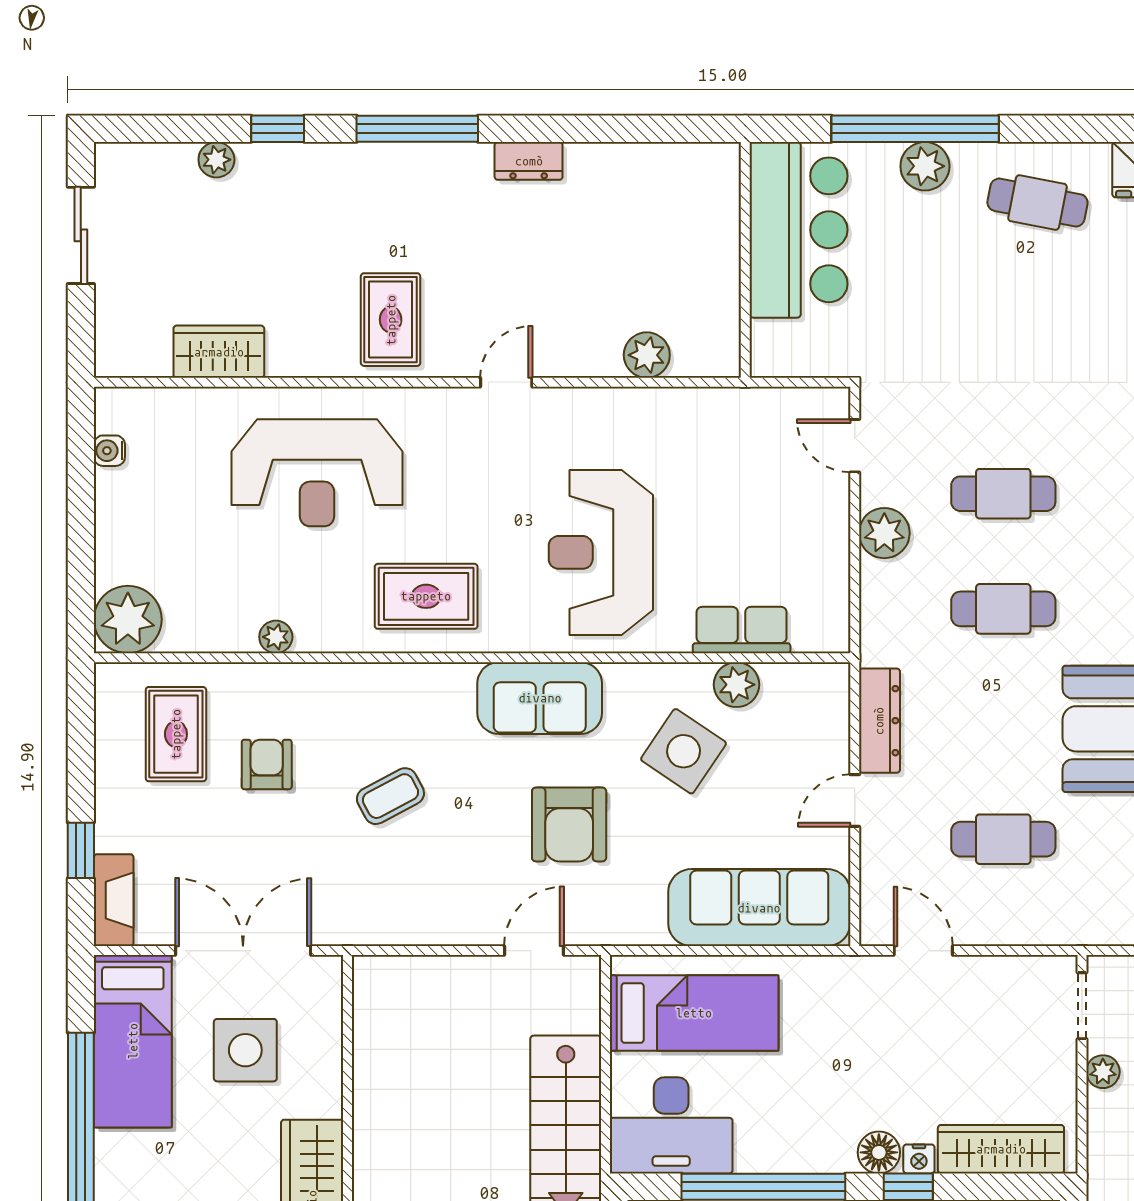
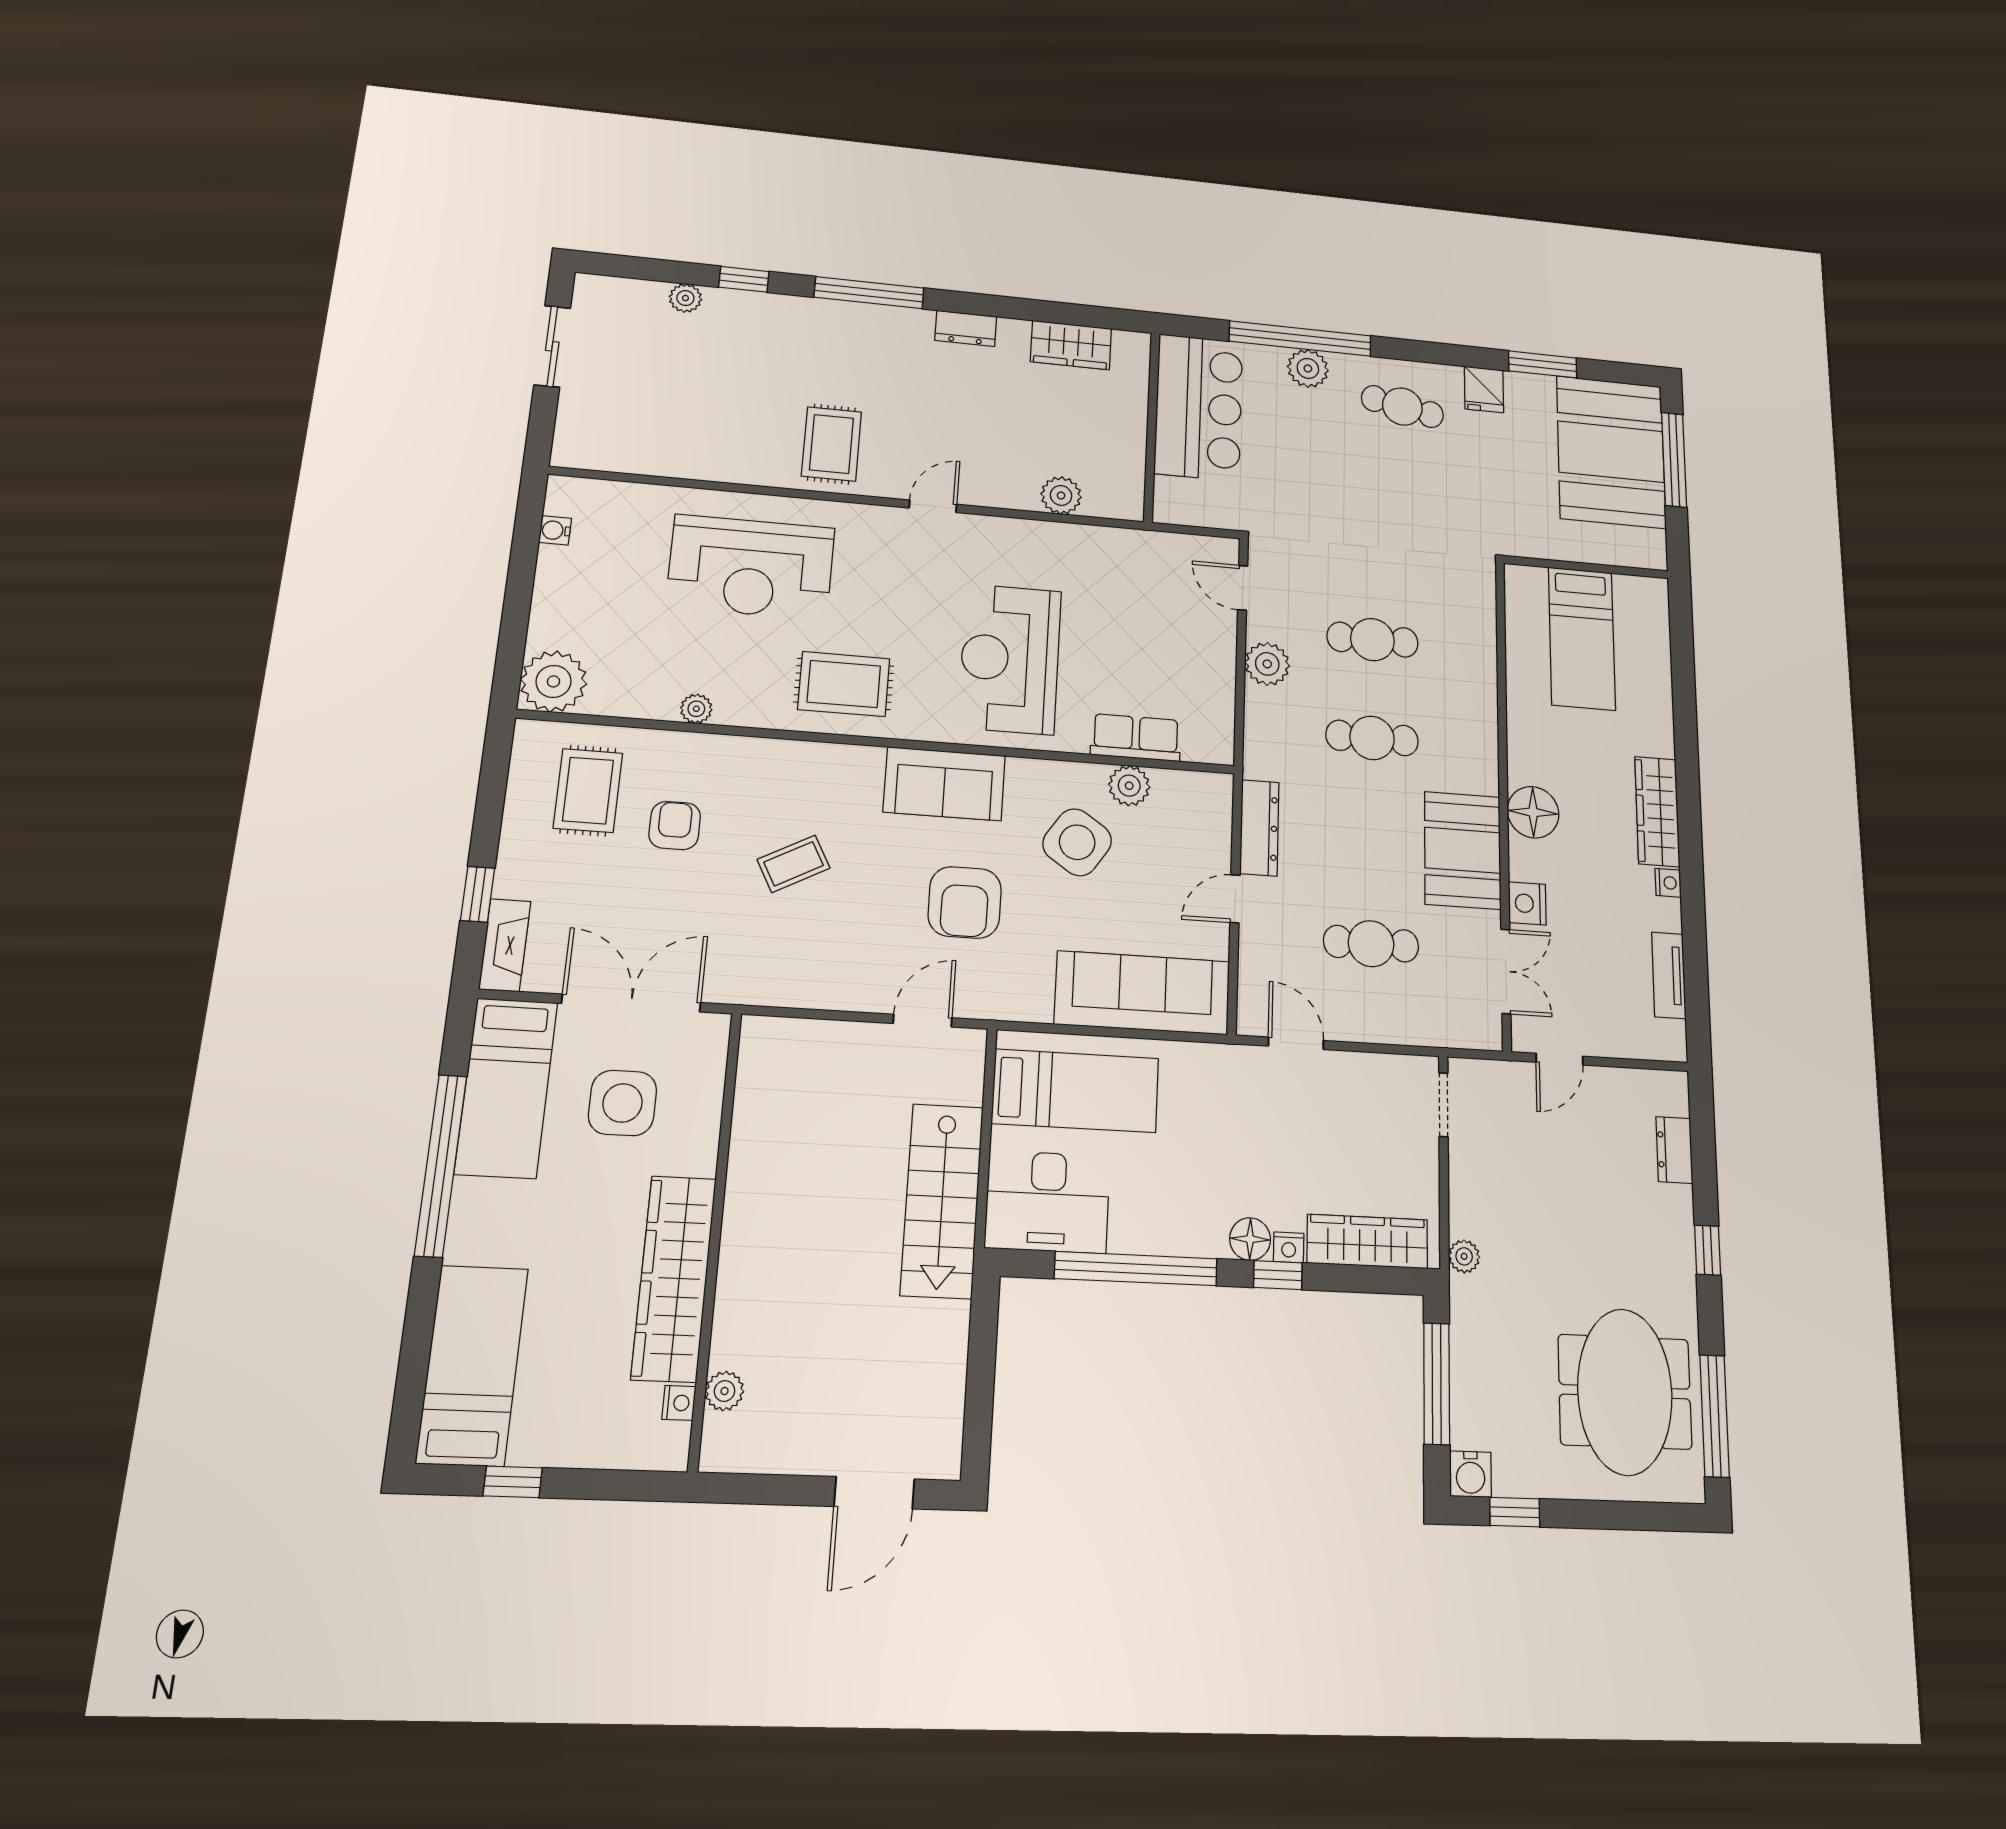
wardrobe: (219, 352) -> (1071, 345), moved, turned 180
plant: (1103, 1072) -> (1464, 1256), moved

